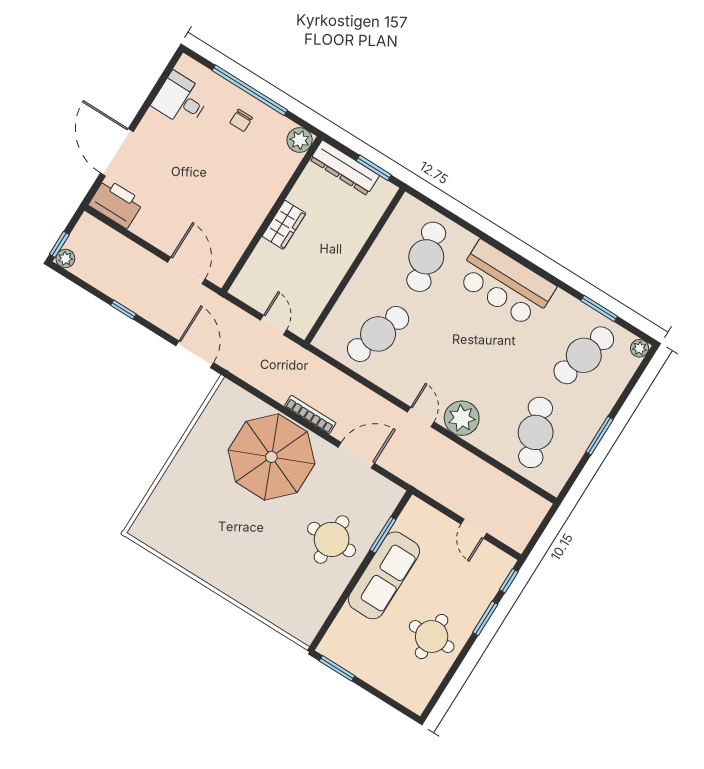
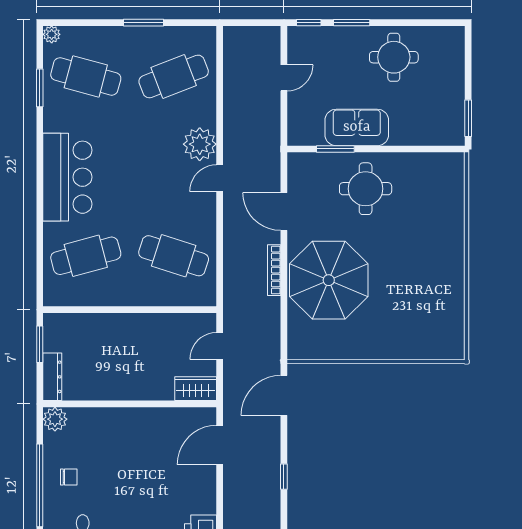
dresser: (345, 168) -> (52, 377), width x0.73, depth x0.80
wardrobe: (284, 225) -> (196, 389), moved
sofa: (384, 575) -> (357, 127), width x0.73

